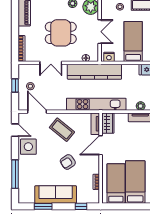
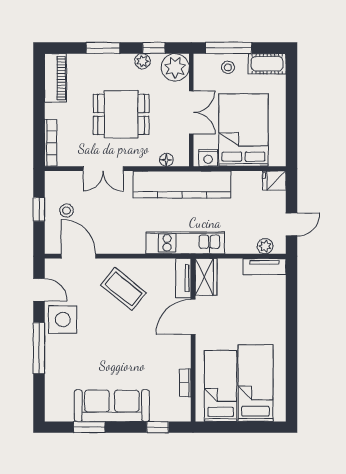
bed: (133, 42) -> (243, 130), width x1.50
kitchen unit: (96, 104) -> (185, 243), width x0.73
armchair: (68, 162) -> (134, 347), removed
window: (15, 174) -> (39, 348), moved

